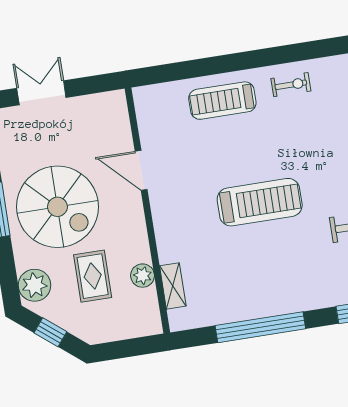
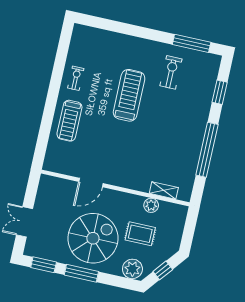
treadmill: (260, 202) -> (129, 95), moved

